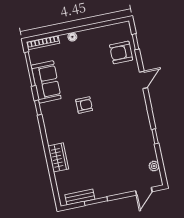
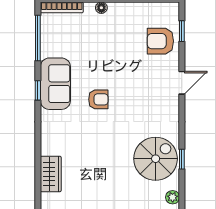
sofa: (46, 82) -> (55, 84), moved
spiral stairs: (136, 140) -> (156, 159), added
wardrobe: (58, 157) -> (51, 174), moved

